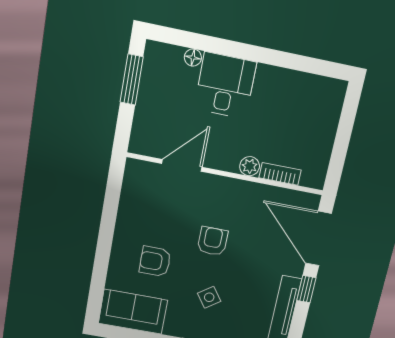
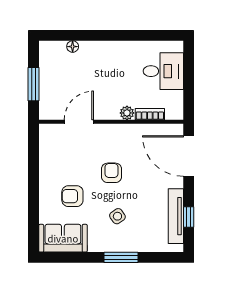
window: (132, 80) -> (33, 84), moved
desk: (225, 86) -> (163, 71), moved, turned 90
window: (306, 289) -> (189, 217), moved

